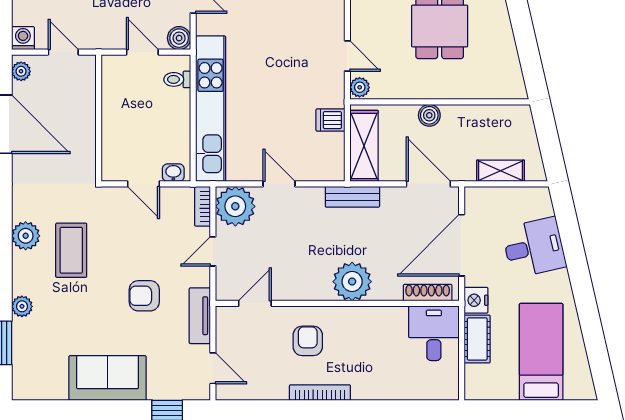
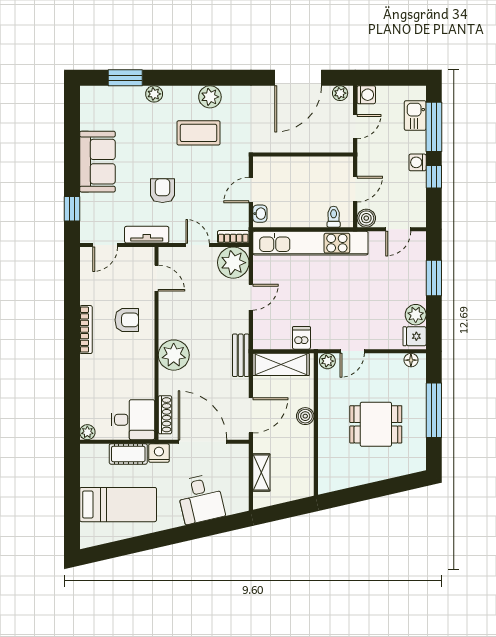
plant: (450, 391) -> (87, 432), added

